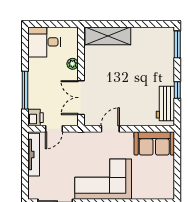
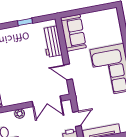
workbench: (165, 103) -> (52, 42), moved, turned 90
door: (54, 129) -> (77, 119), hinge flipped

